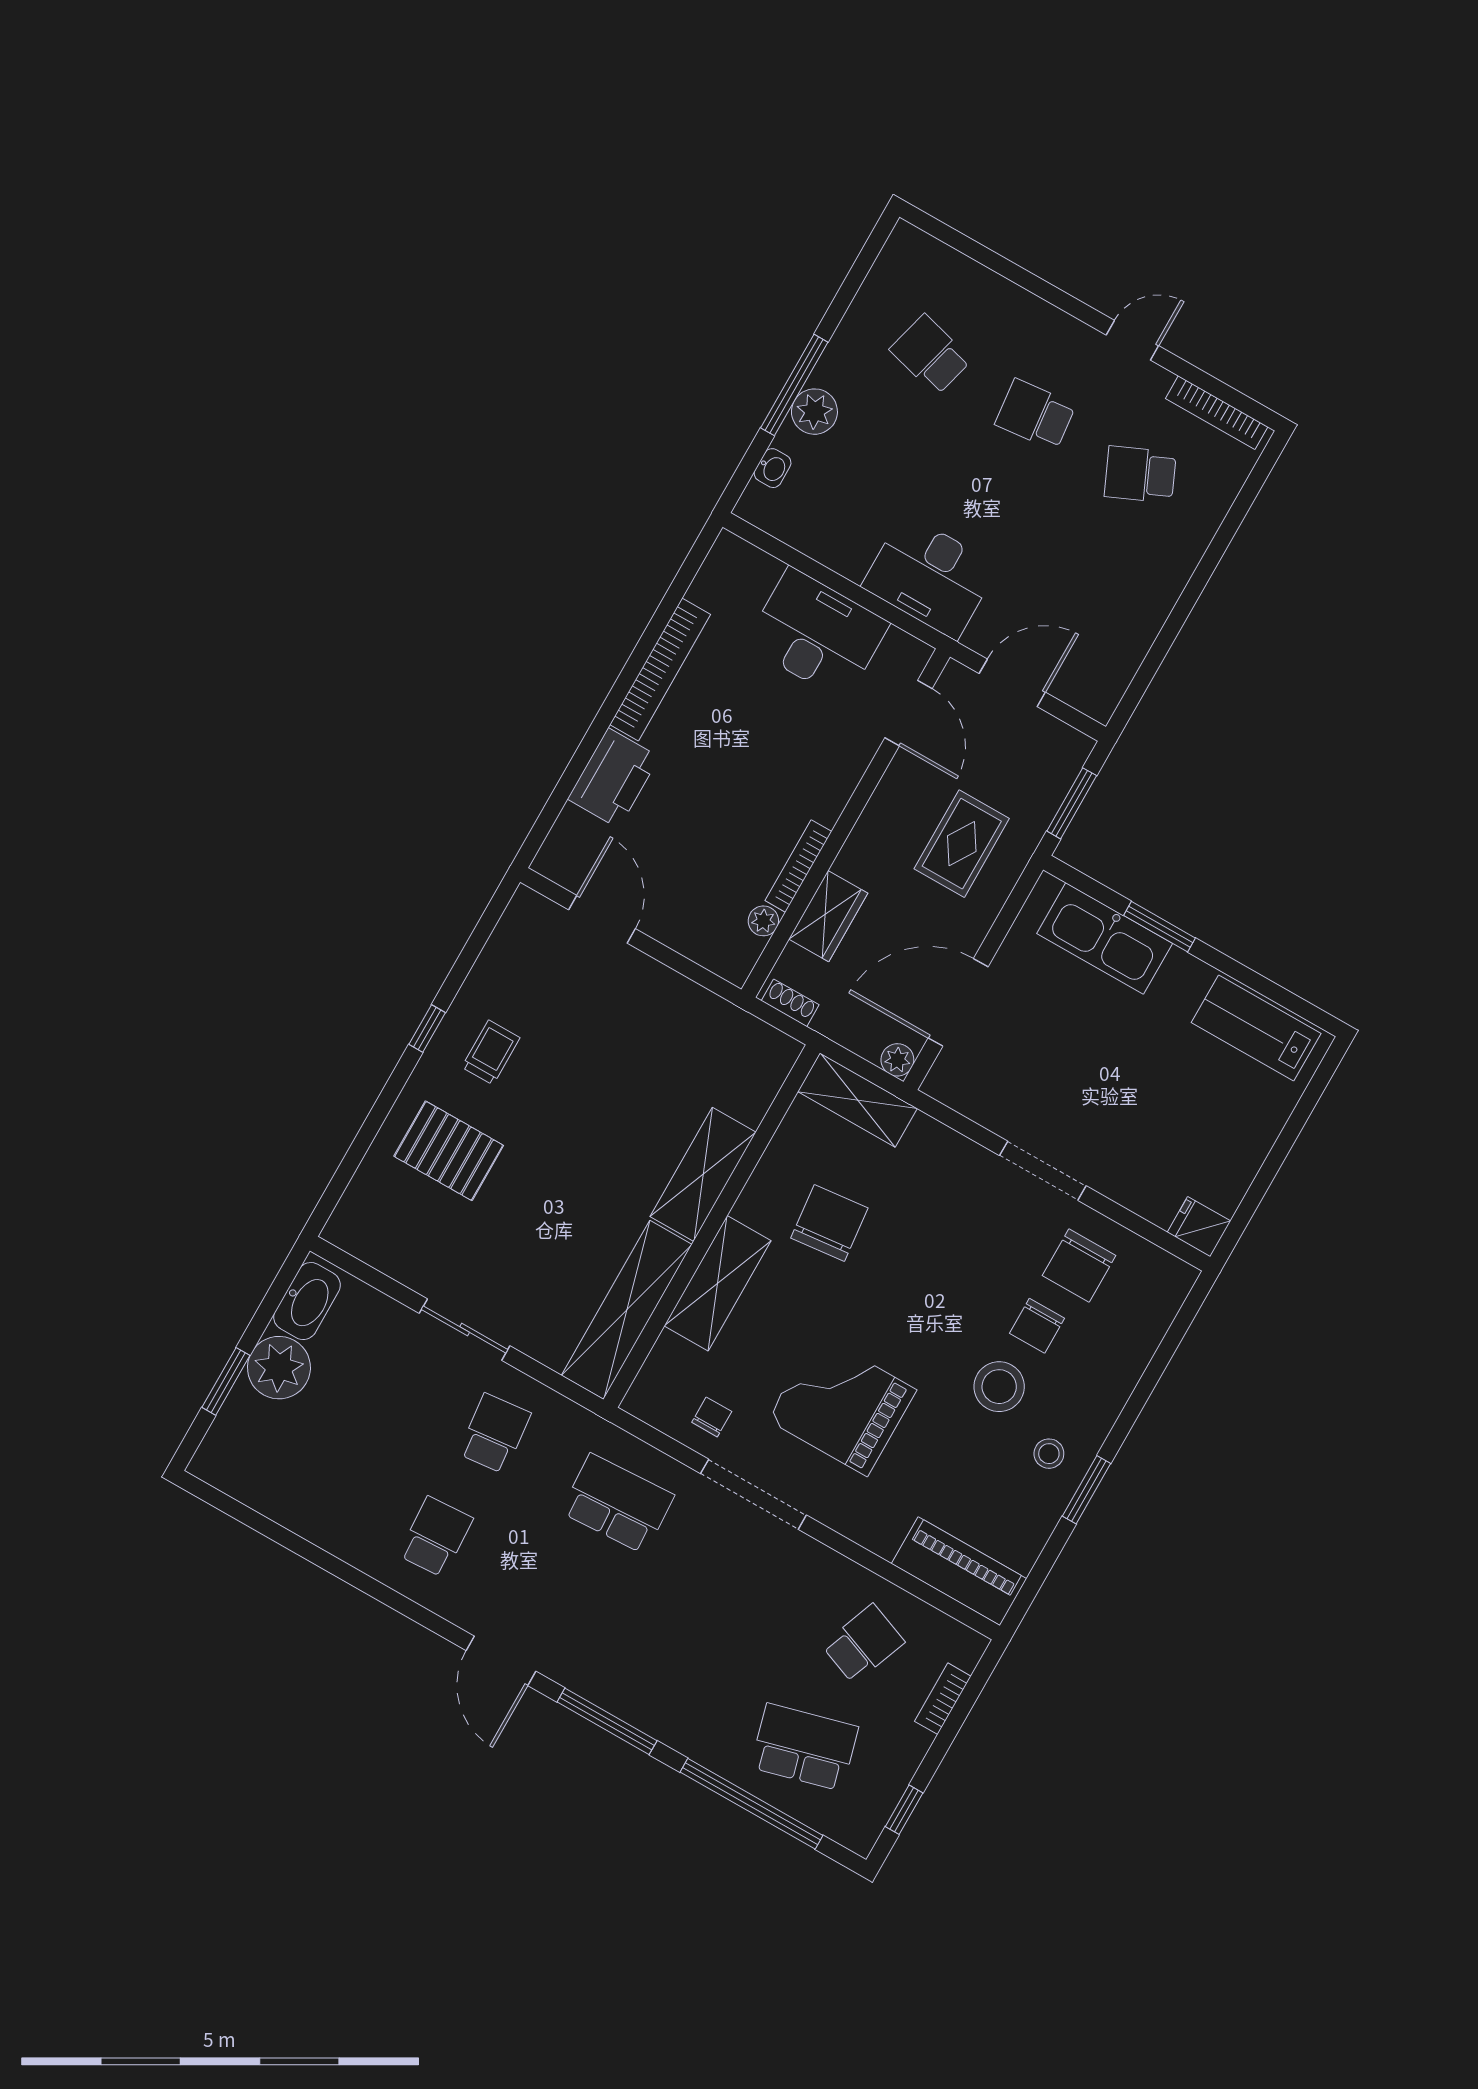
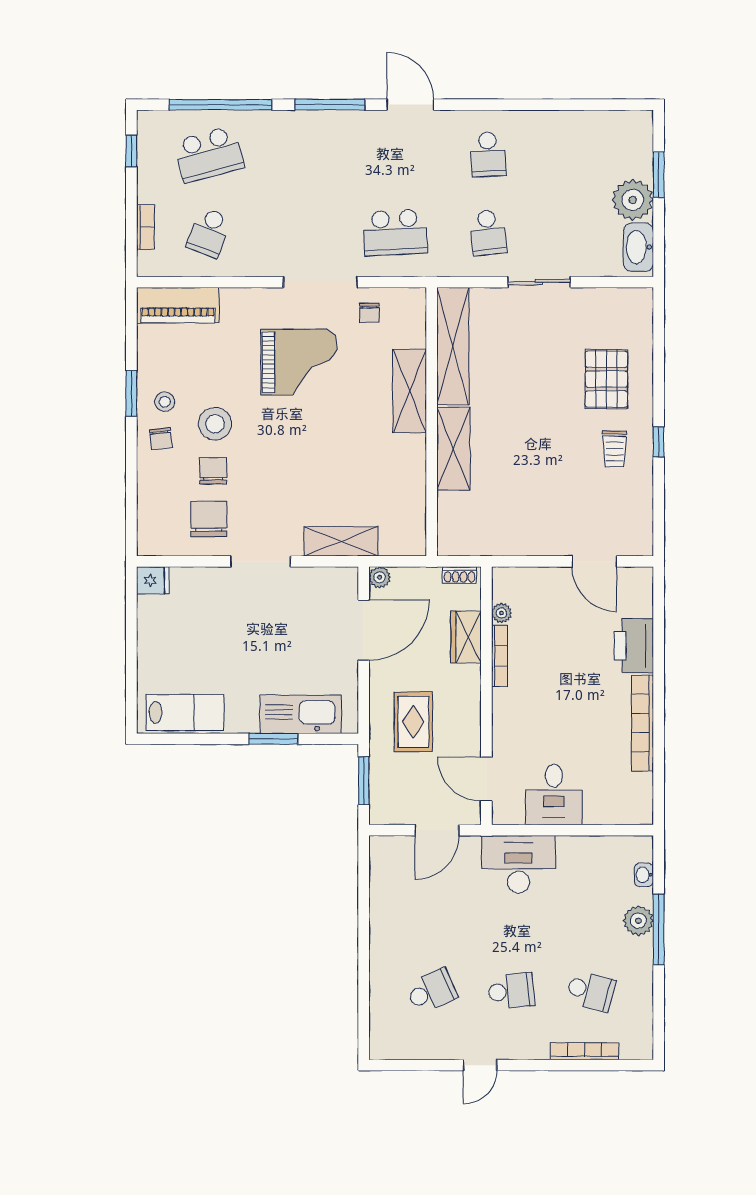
bookcase: (1217, 413) -> (585, 1051), moved
desk: (817, 634) -> (554, 795), width x0.73
shelving: (857, 1100) -> (341, 541), moved
pallet: (449, 1151) -> (606, 379), turned 90
chair: (829, 1223) -> (161, 439), moved, width x0.54, depth x0.54

